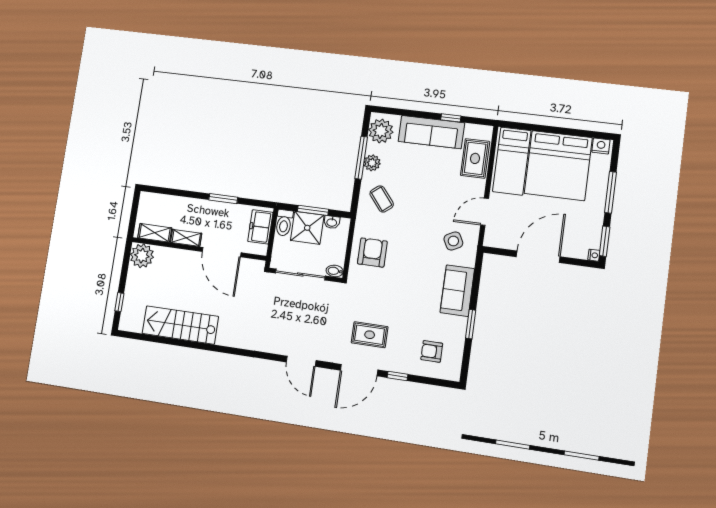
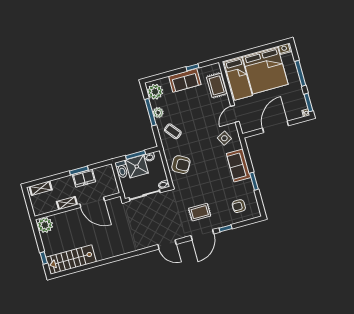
sofa: (431, 132) -> (185, 80), width x0.73
freezer: (260, 227) -> (84, 178), moved, turned -90
shelving: (155, 233) -> (41, 188), moved
armchair: (372, 252) -> (181, 165), turned 119
stairs: (180, 325) -> (71, 260), moved

